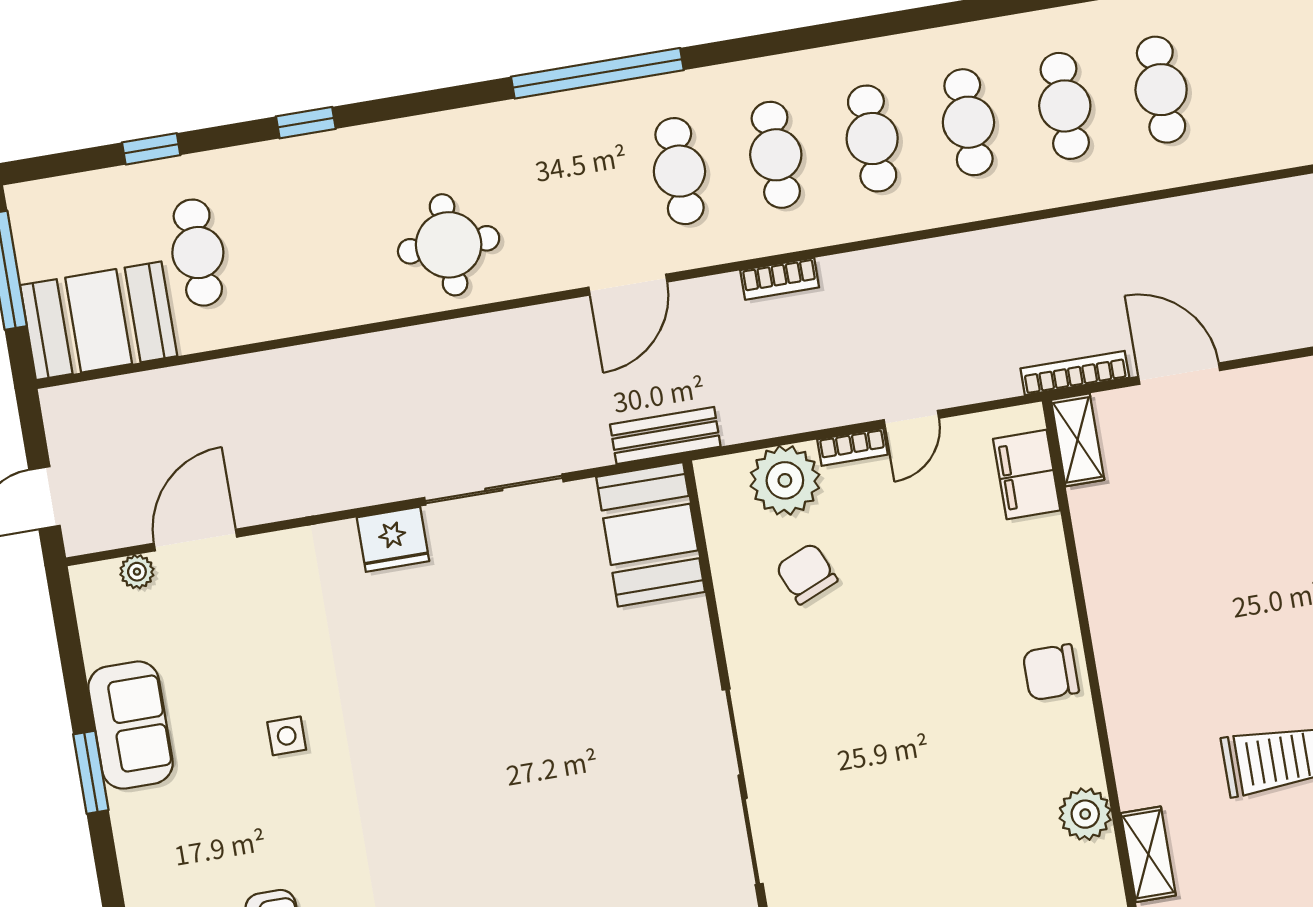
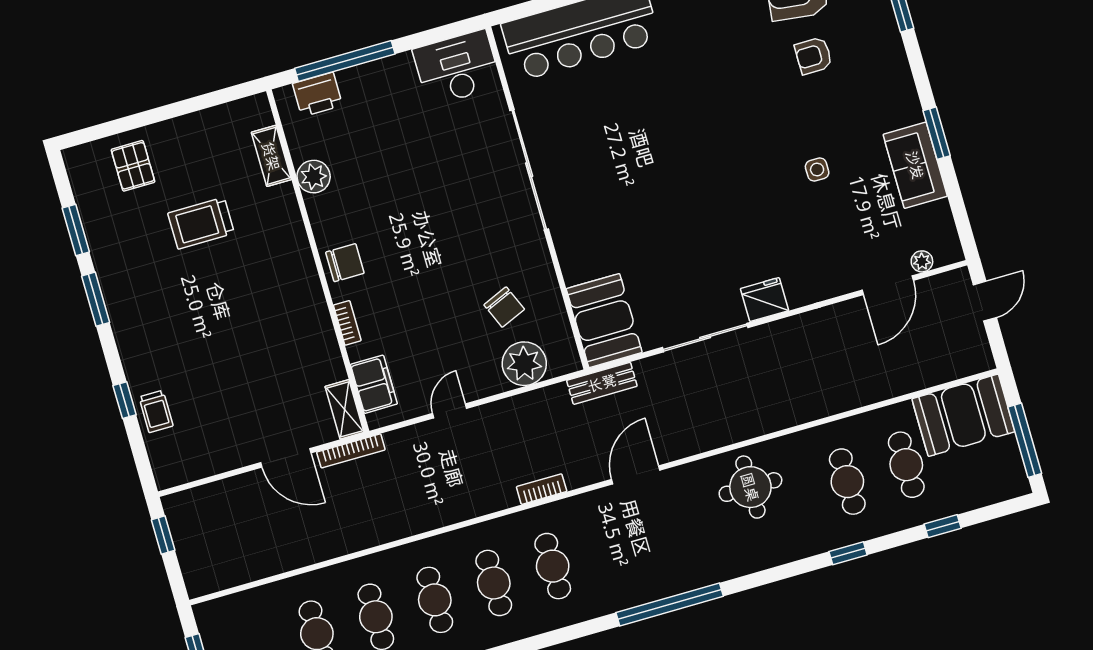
cafe table: (679, 171) -> (847, 482), moved
bookcase: (852, 447) -> (347, 323), moved, turned 90

